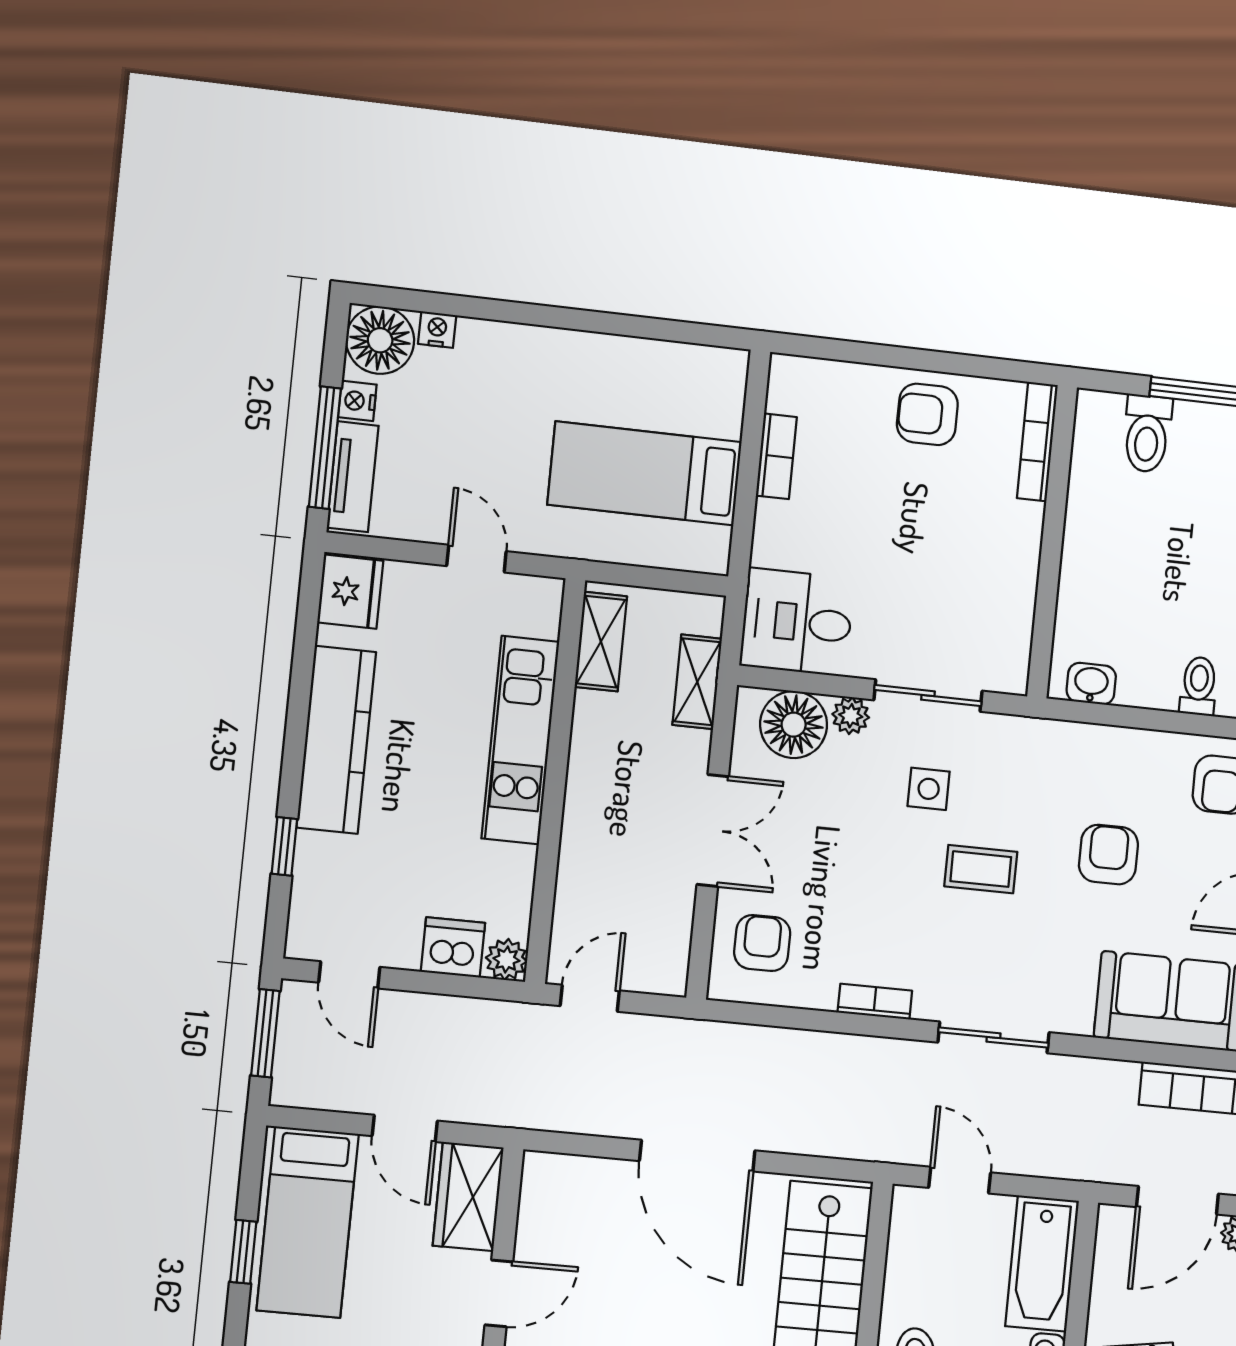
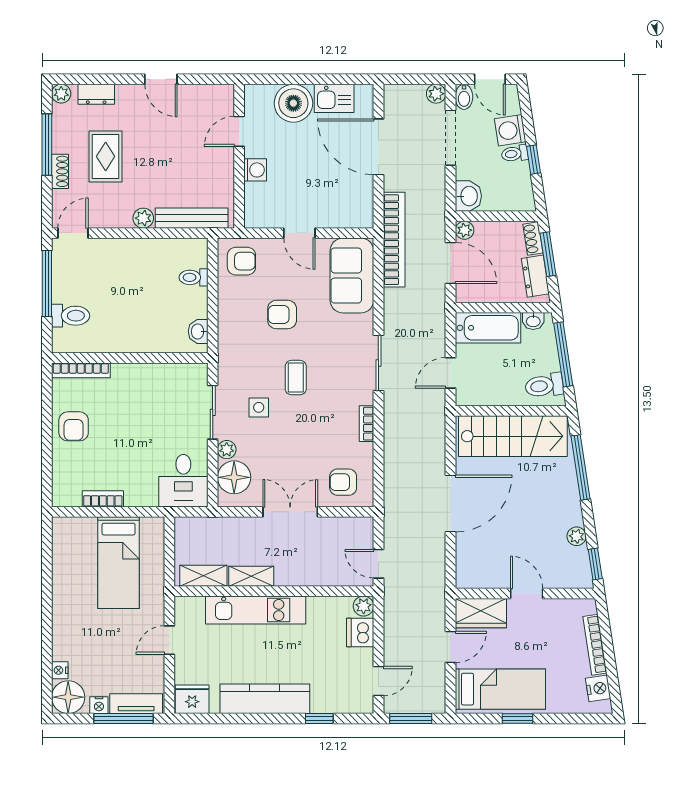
shelving: (697, 682) -> (251, 576), moved

